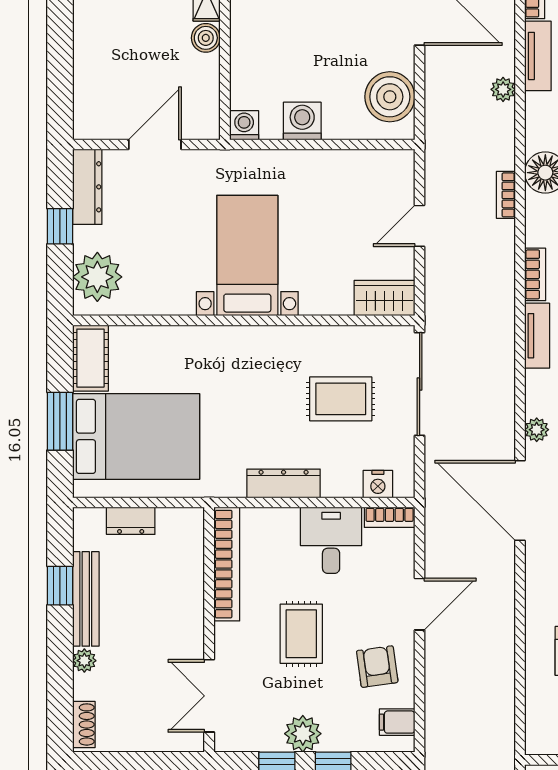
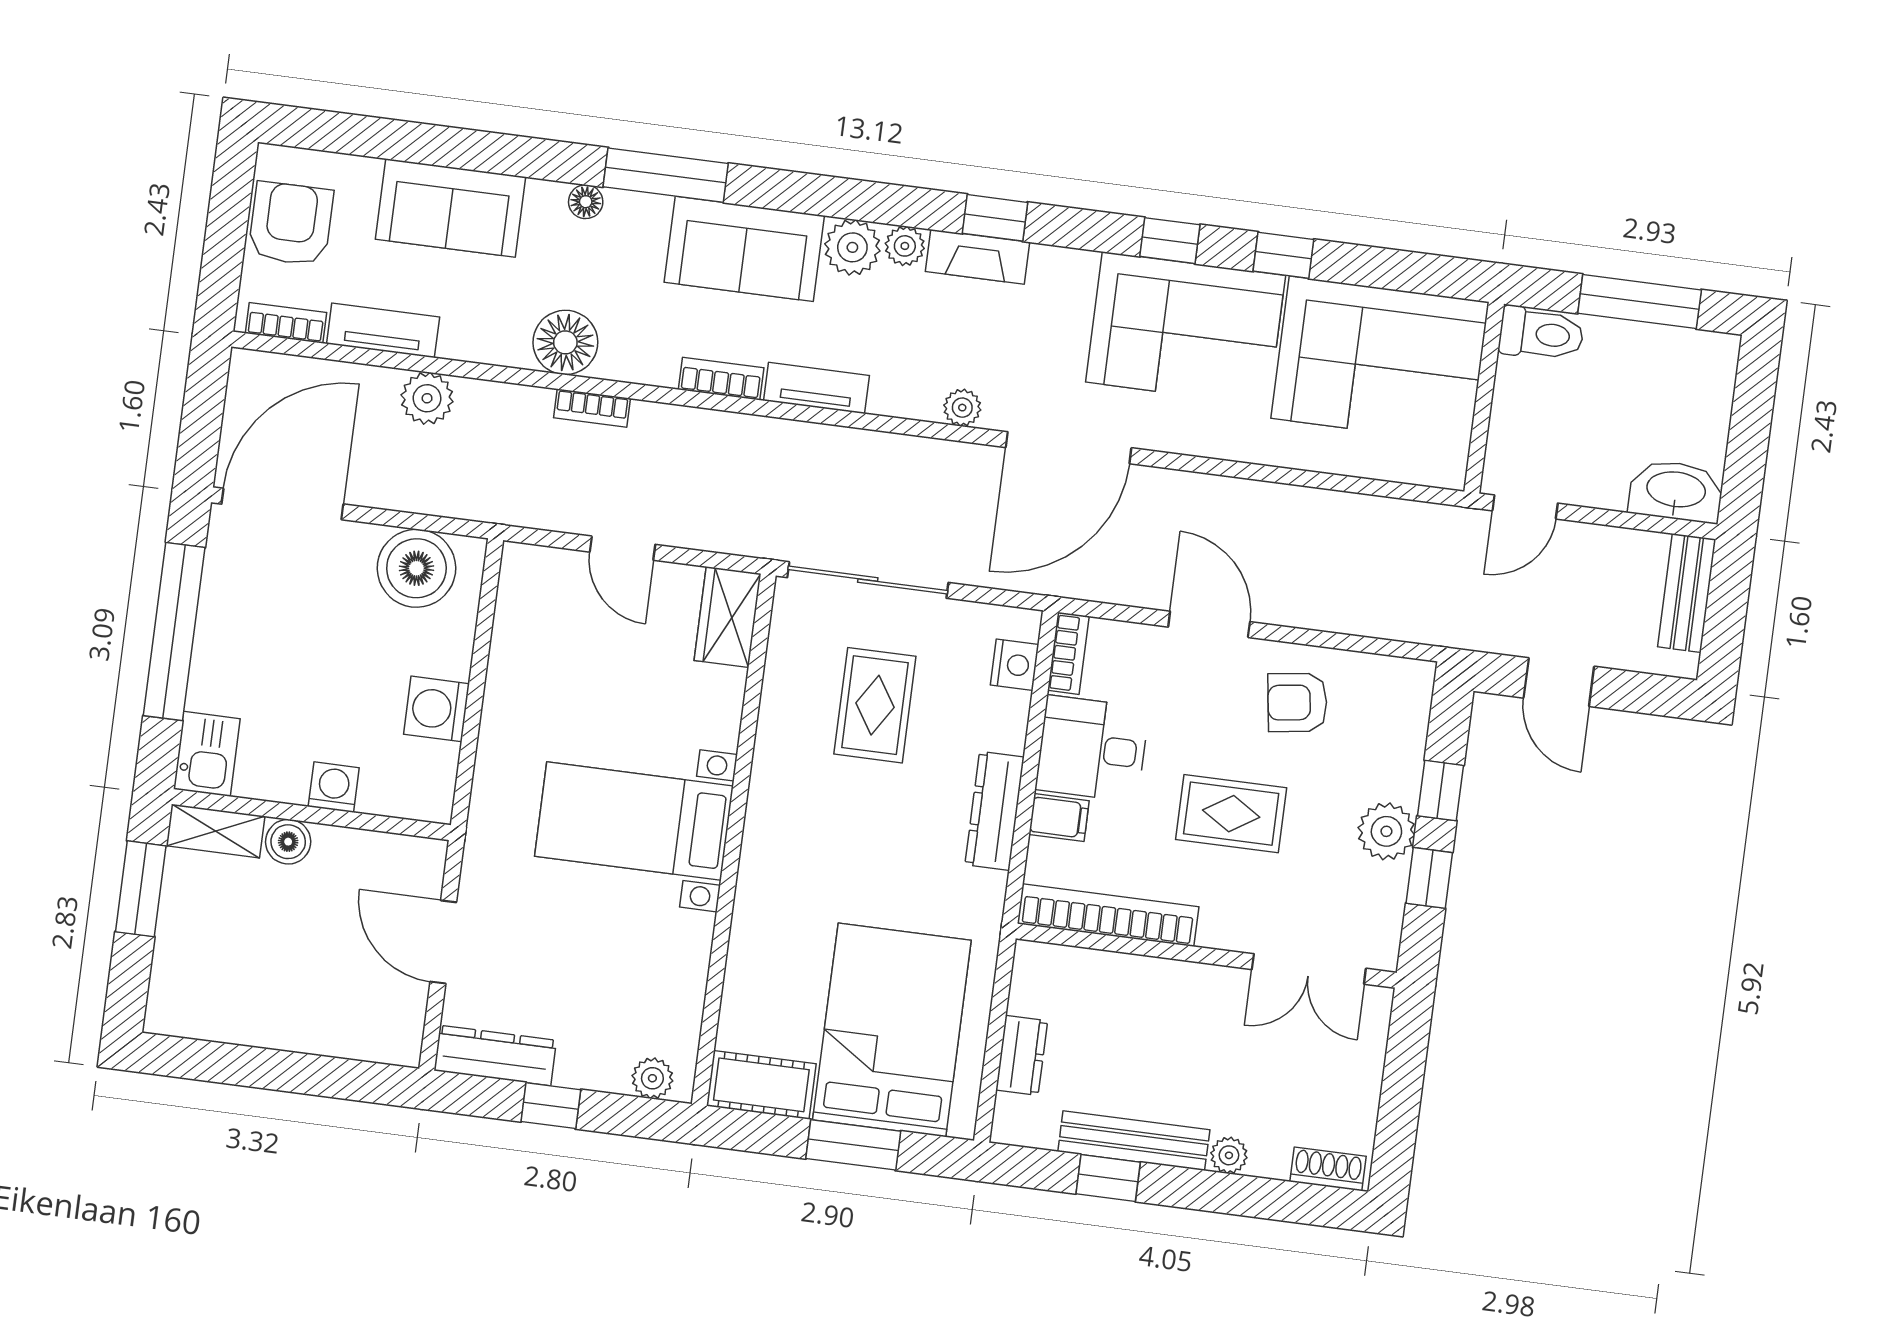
plant: (503, 89) -> (427, 398), width x1.38, depth x1.38
washing machine: (244, 125) -> (334, 787), moved, turned 90
plant: (97, 277) -> (652, 1078), width x0.53, depth x0.53
filing cabinet: (397, 722) -> (1059, 818), moved, turned -90

